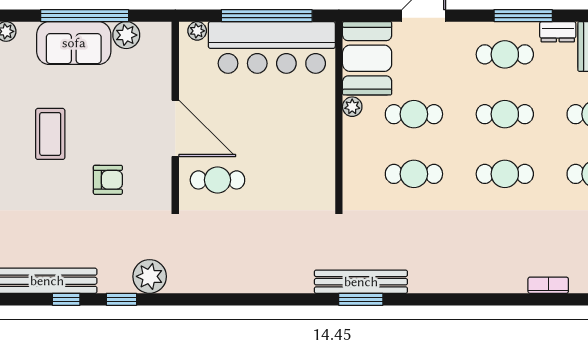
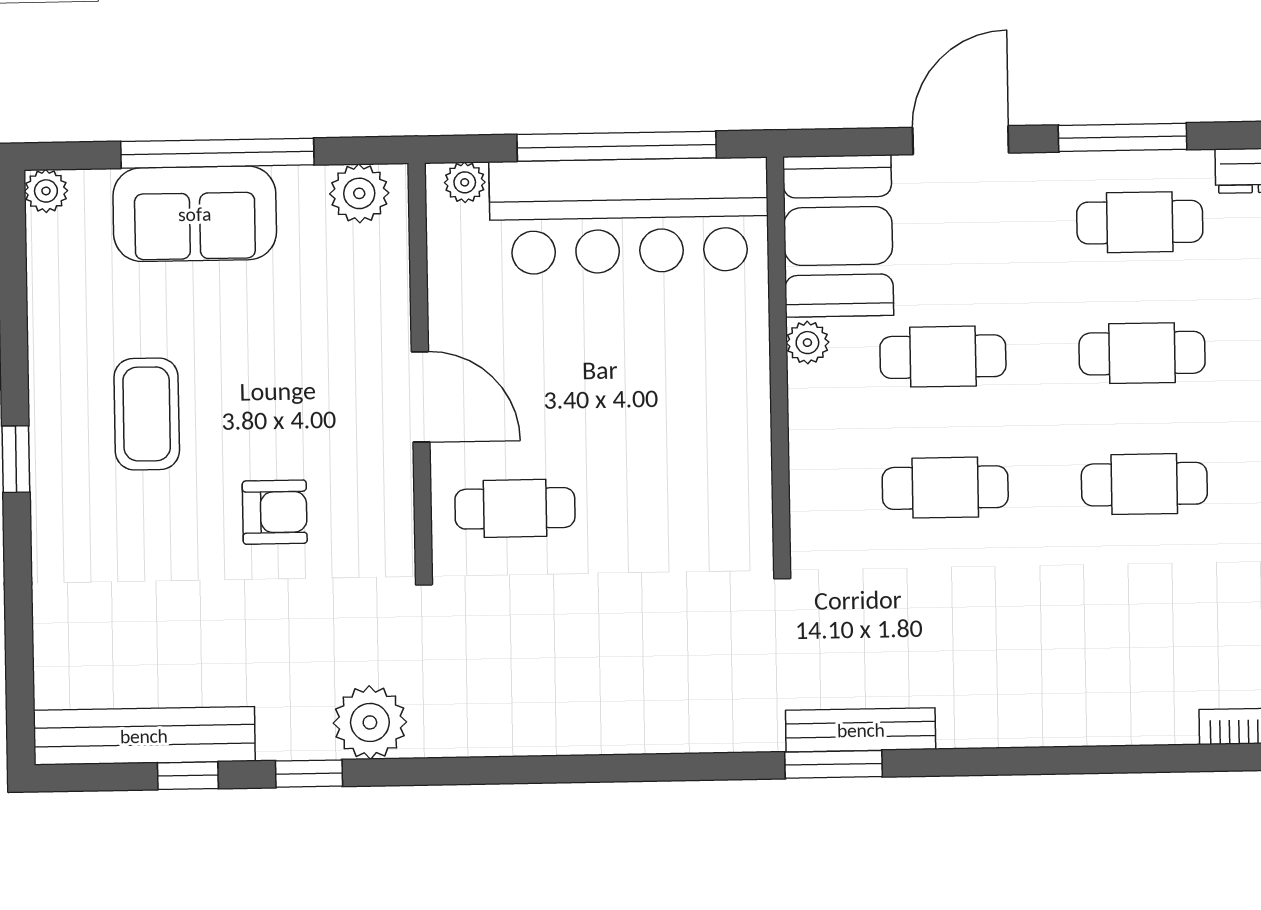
window: (523, 16) -> (1123, 137), moved
plant: (126, 35) -> (359, 193), moved
door: (175, 128) -> (421, 397), width x0.73
bench: (361, 282) -> (861, 730), width x0.73, depth x0.82

